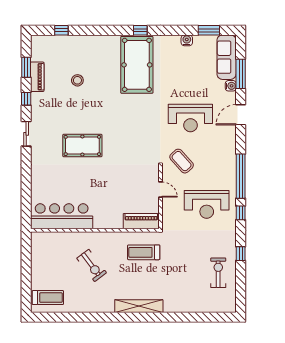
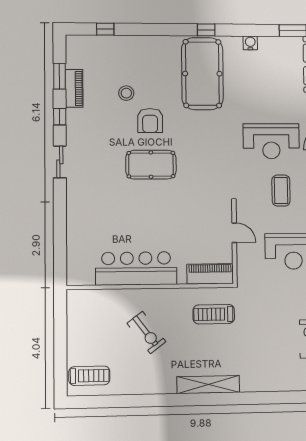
water cooler: (187, 40) -> (250, 43), moved
armchair: (96, 102) -> (150, 120), added
pool table: (82, 145) -> (151, 165), moved
coffee table: (182, 161) -> (281, 191), moved, turned 42
bar counter: (62, 216) -> (136, 268), moved

